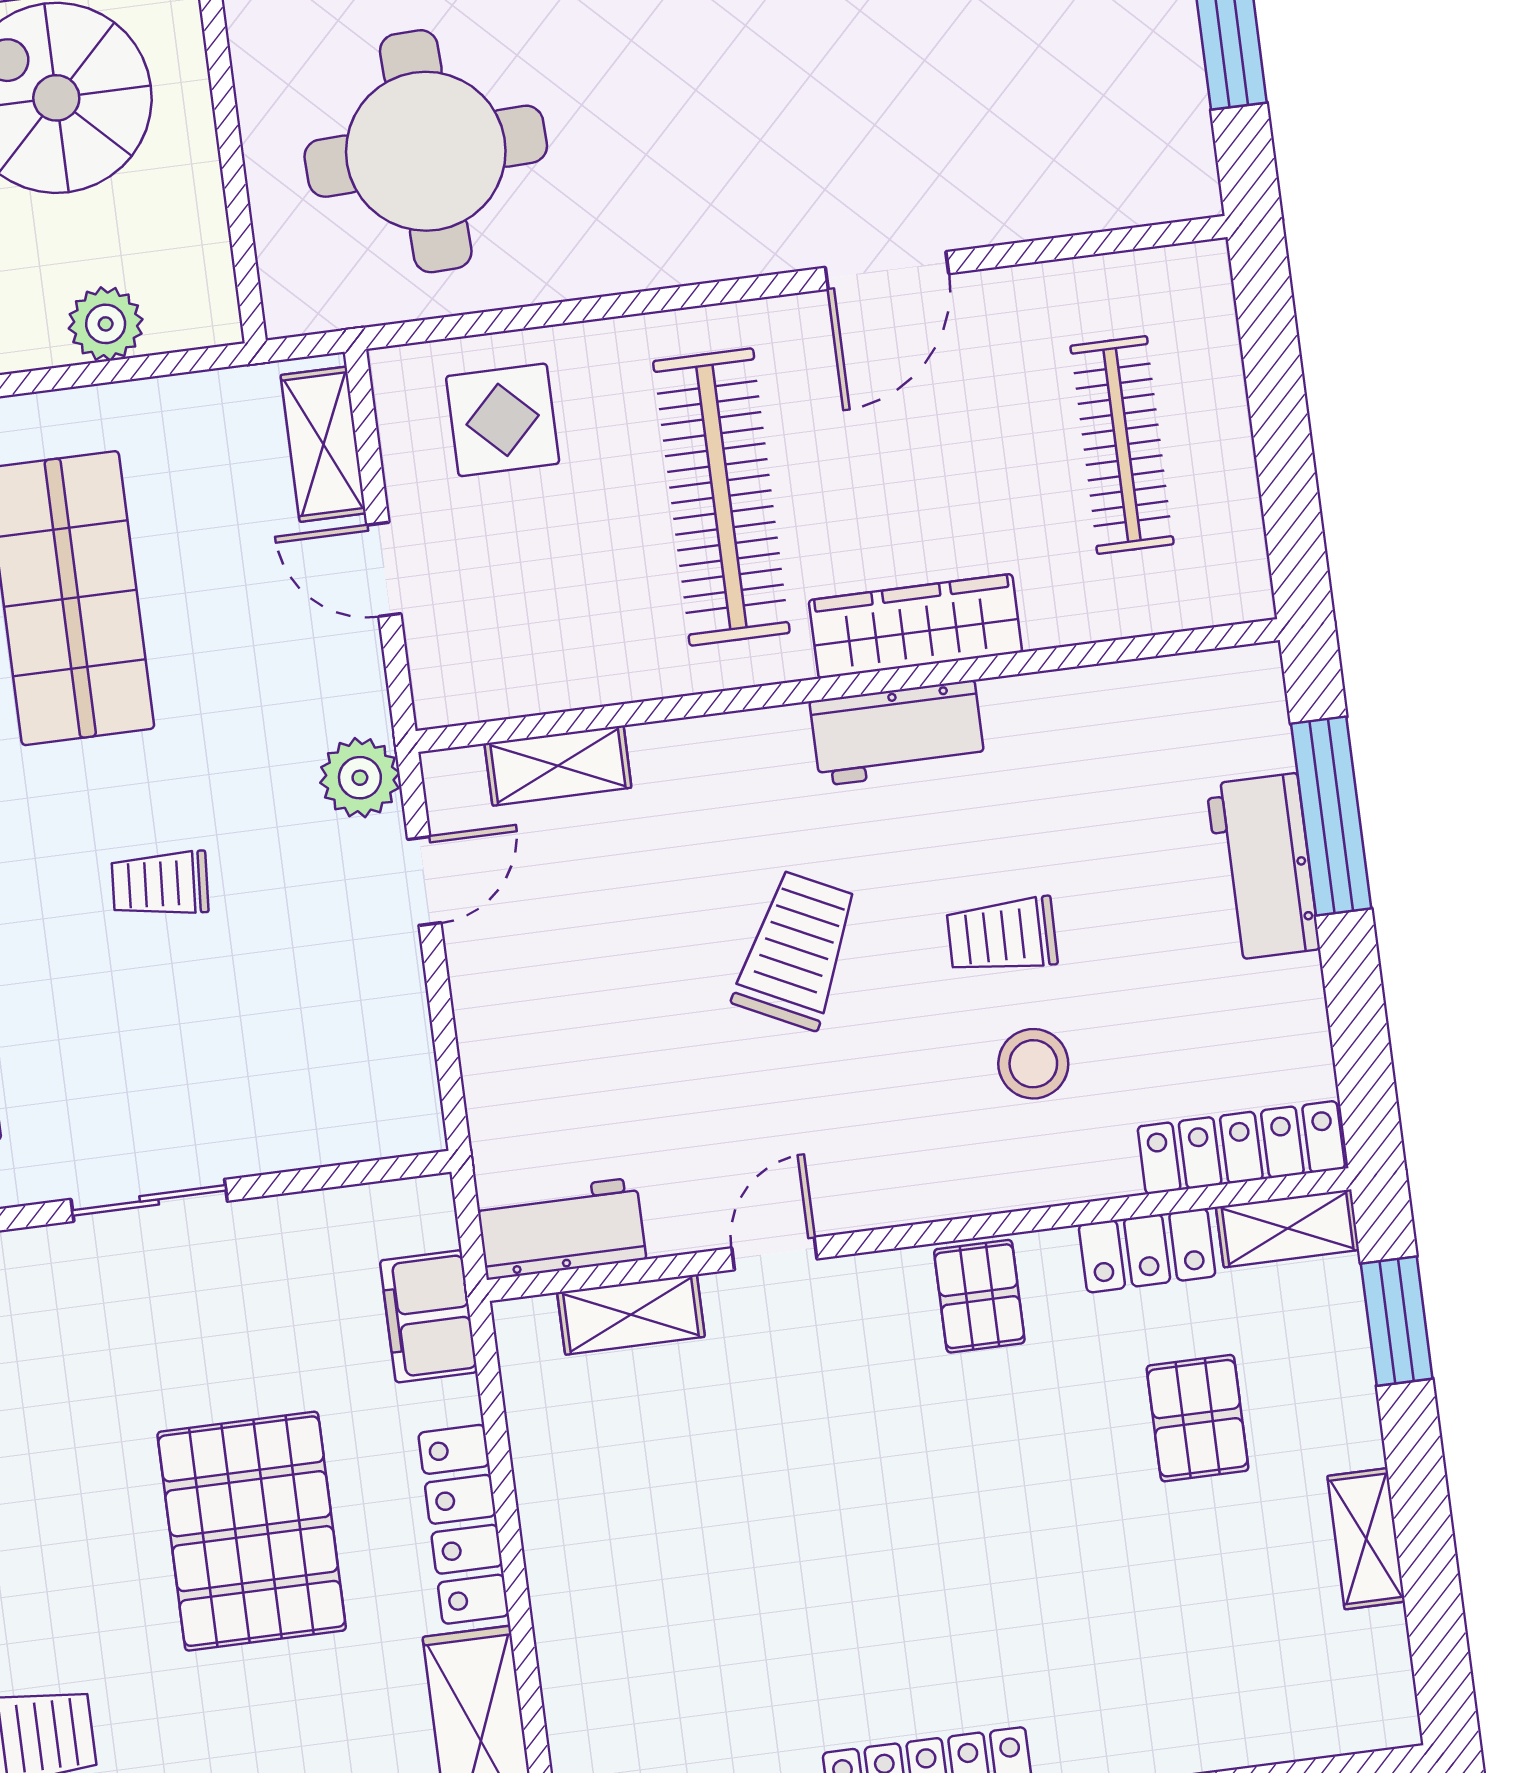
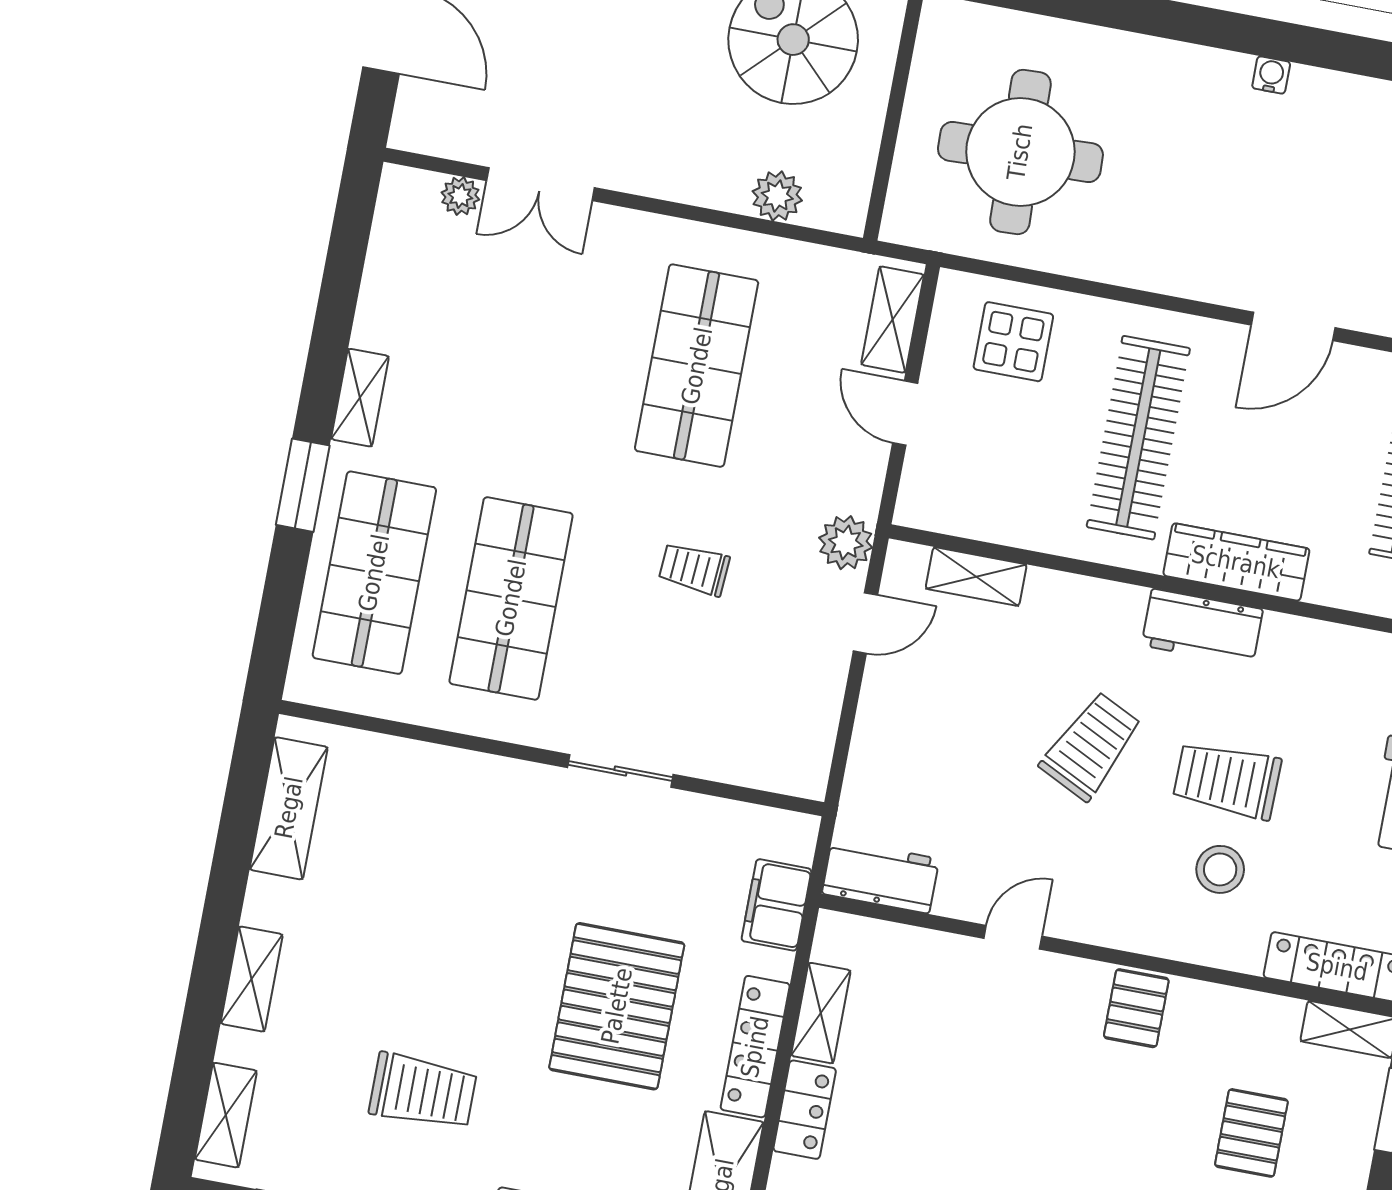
trolley: (1002, 935) -> (1227, 780), width x1.36, depth x1.39
locker: (1147, 1250) -> (805, 1110), moved, turned -90
shelving: (631, 1315) -> (821, 1013), moved, turned 90

